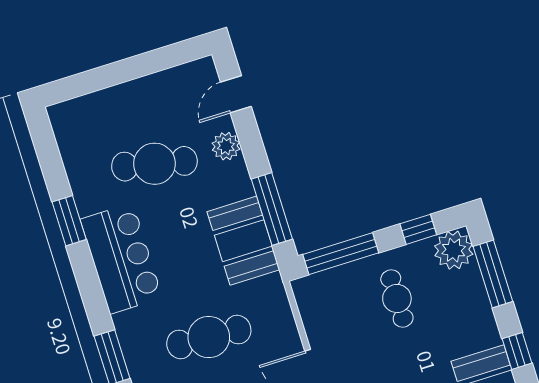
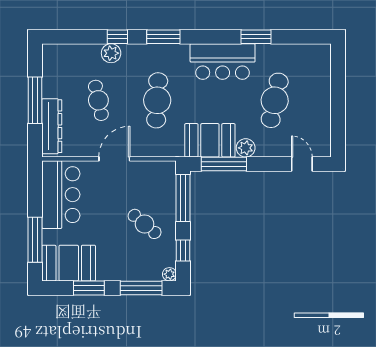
plant: (226, 146) -> (246, 148), moved
plant: (454, 250) -> (169, 274), width x0.53, depth x0.53
cafe table: (397, 298) -> (145, 224), turned 40
window: (517, 351) -> (89, 288), width x1.50

